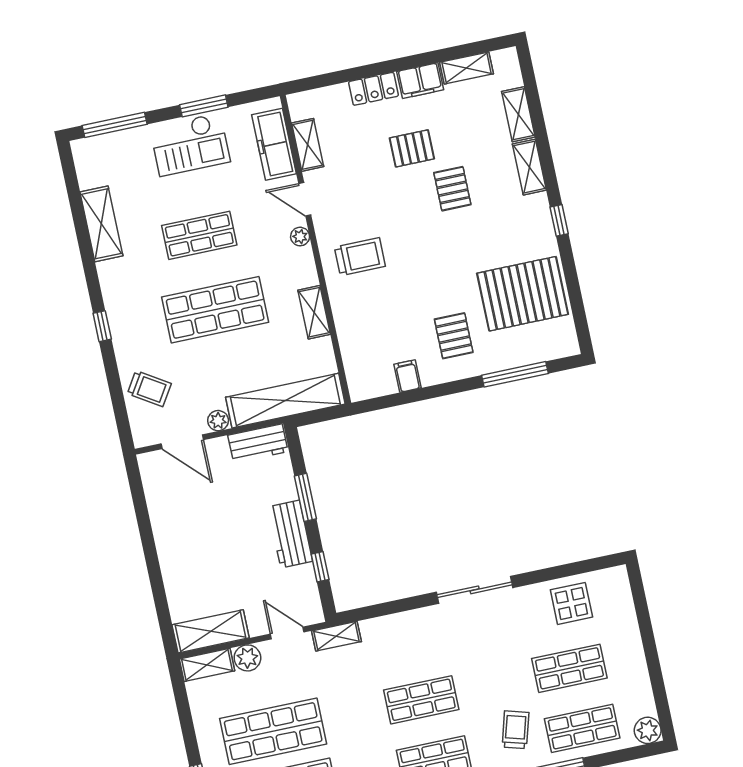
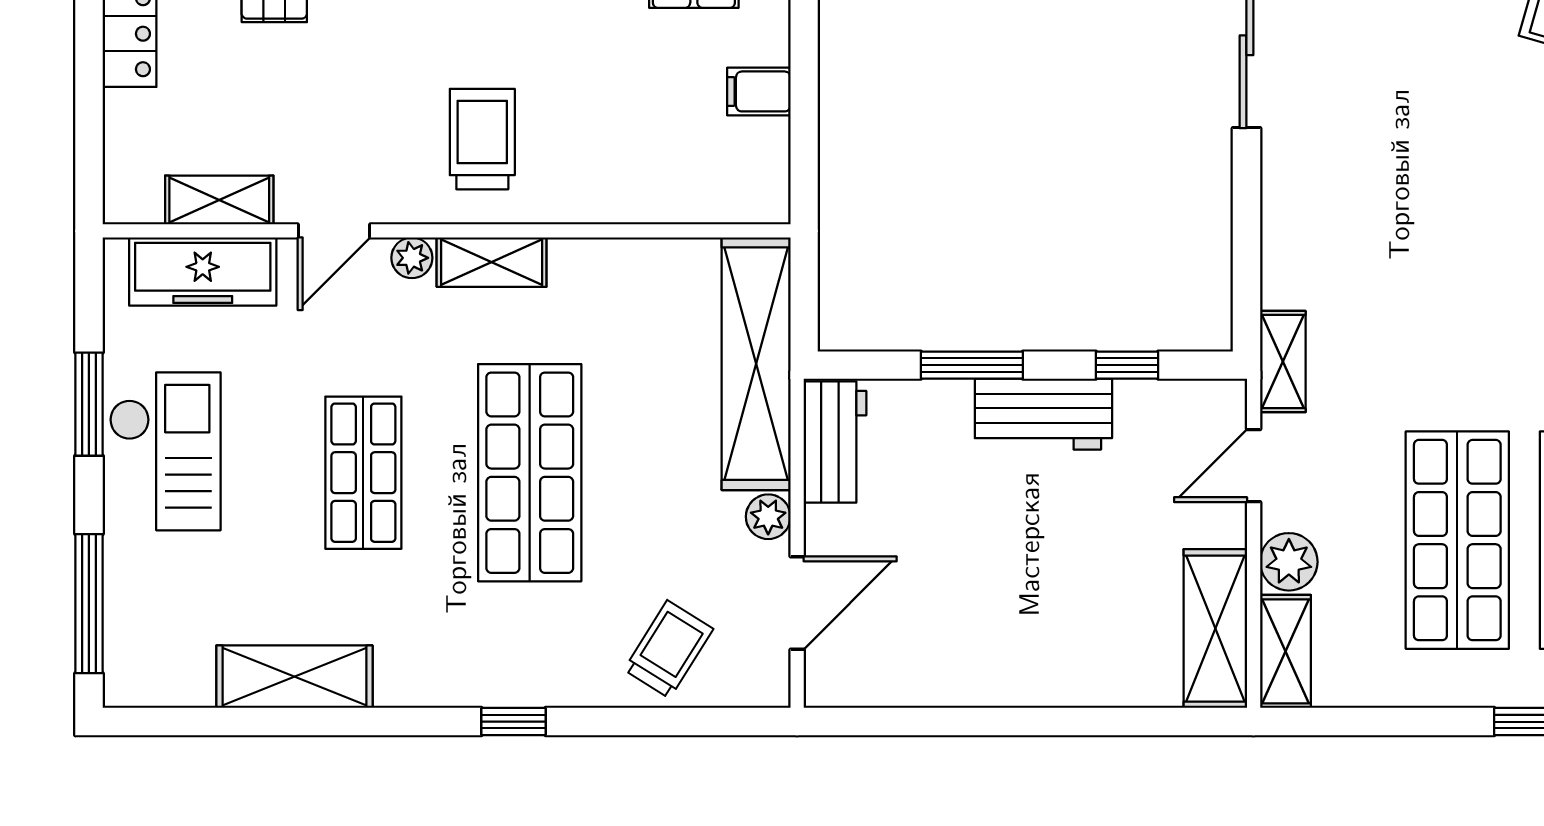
shelving: (314, 312) -> (492, 262), moved
shop shelf: (421, 700) -> (1457, 209), removed

